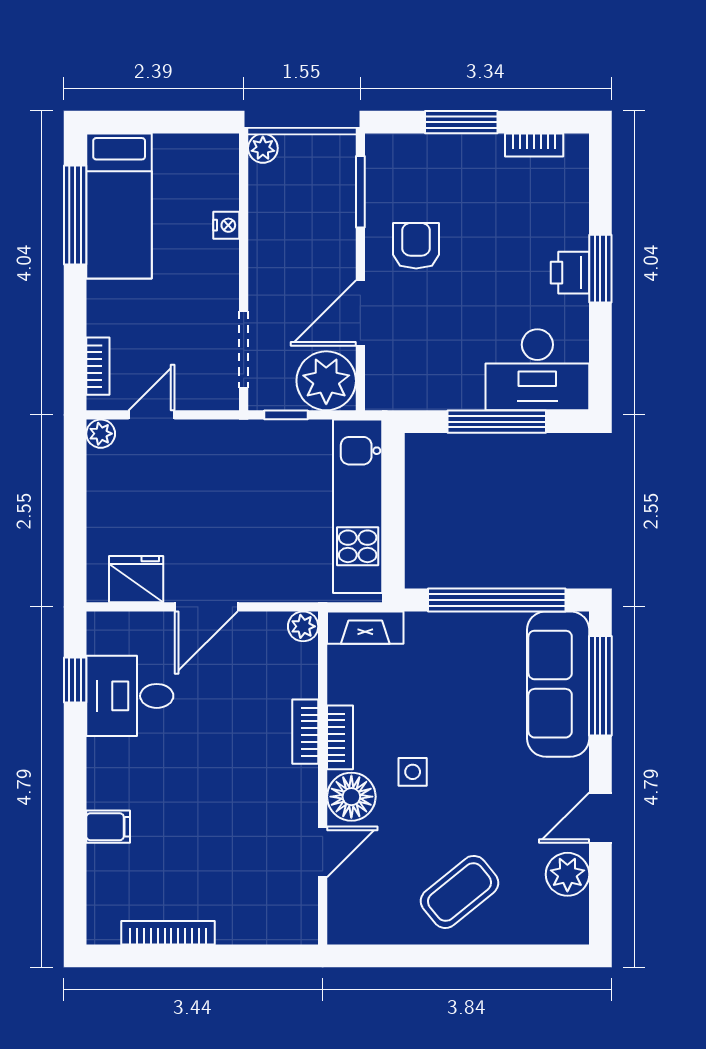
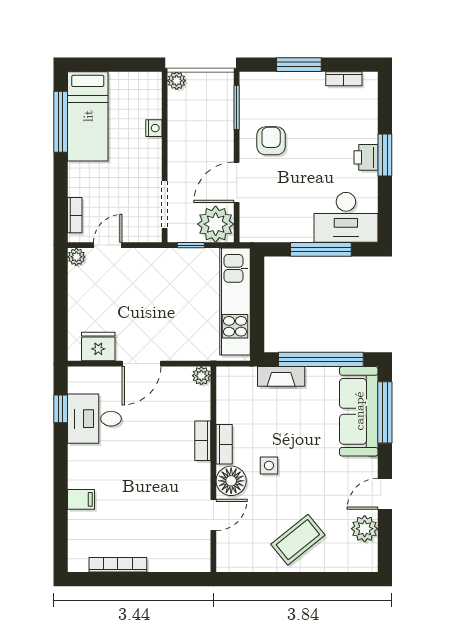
fireplace: (365, 628) -> (281, 376), moved

